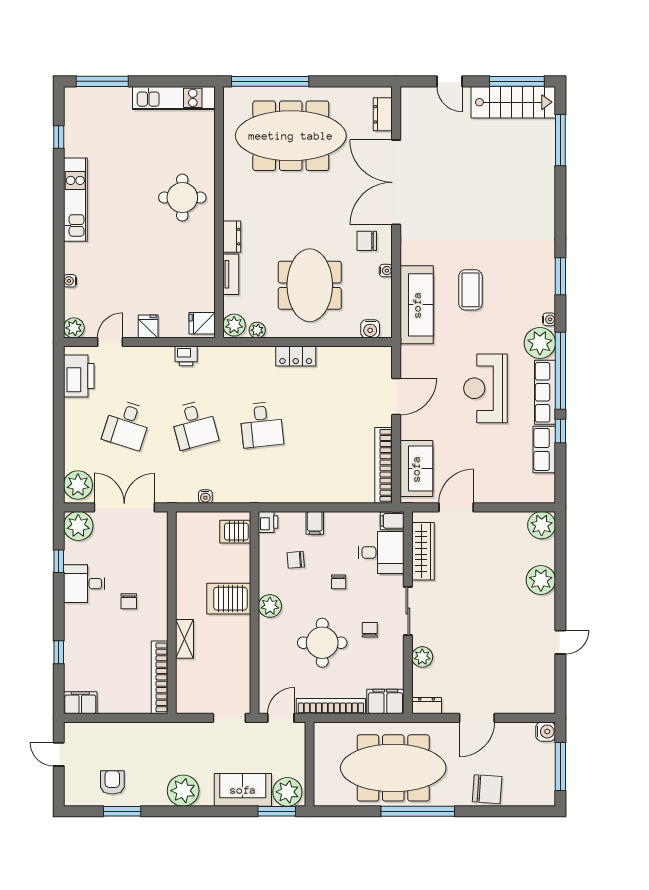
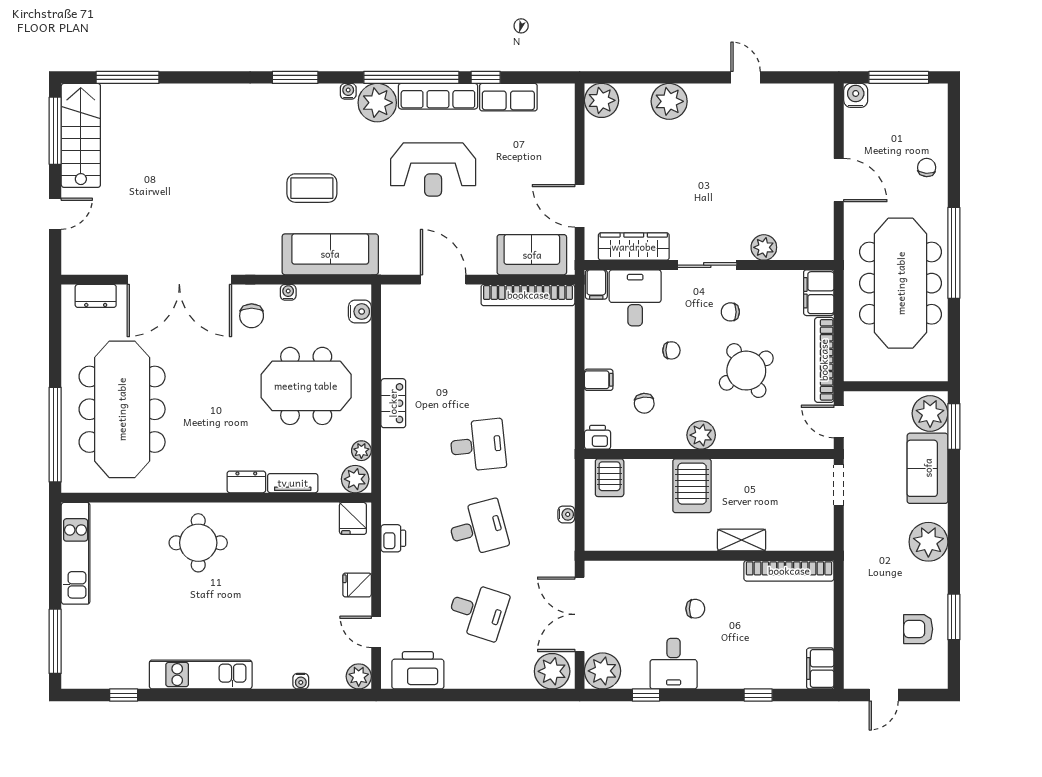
round table: (322, 643) -> (746, 371), turned -32
dresser: (427, 706) -> (824, 242), removed
chair: (487, 789) -> (927, 167), width x0.54, depth x0.54

